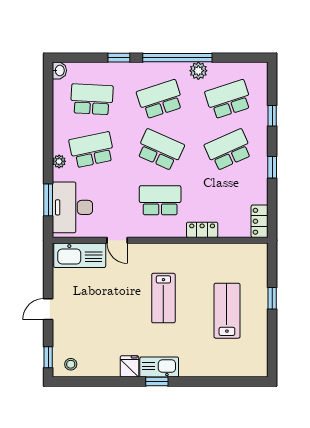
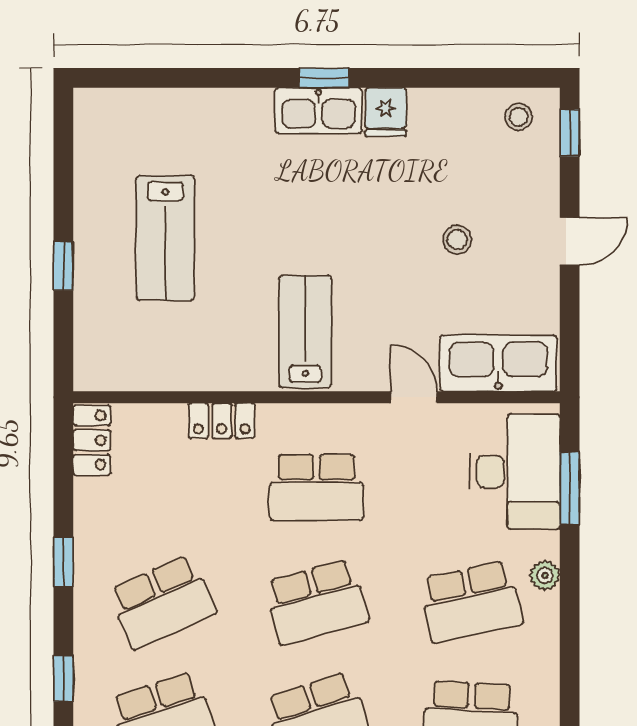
school desk: (160, 150) -> (317, 602), turned -39
lab bench: (163, 298) -> (305, 332), moved
stool: (98, 310) -> (457, 240), added

